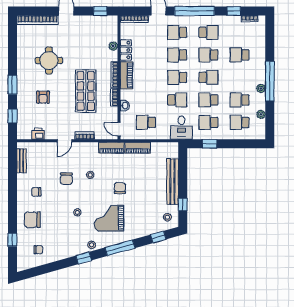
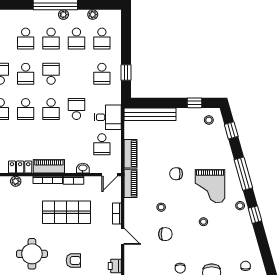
school desk: (208, 100) -> (51, 39), moved
desk: (181, 128) -> (108, 117), moved
bench: (173, 182) -> (150, 114), moved

